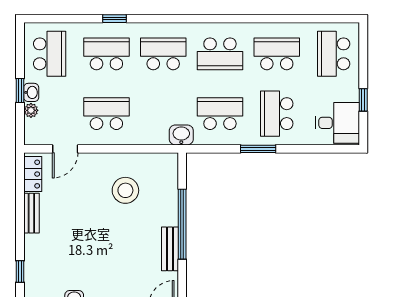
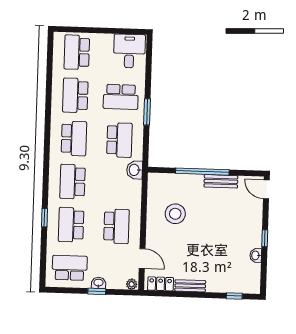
school desk: (334, 54) -> (77, 52), turned 90
window: (363, 100) -> (113, 31), removed
plant: (31, 110) -> (132, 284), moved
school desk: (106, 114) -> (116, 226), turned 180
school desk: (220, 114) -> (119, 140), turned 180

